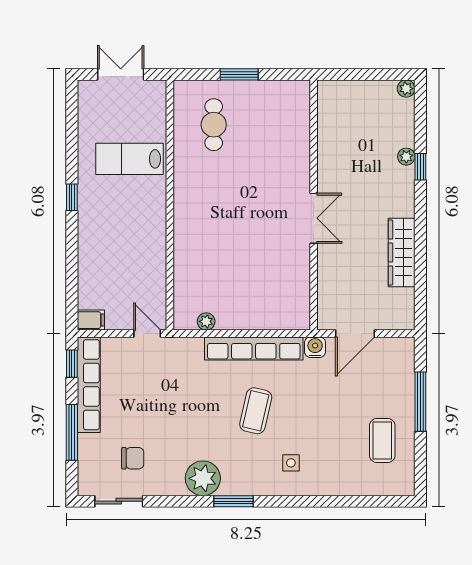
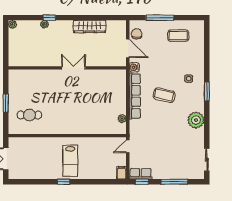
lab bench: (129, 159) -> (70, 161), moved
row of seats: (89, 385) -> (141, 174), width x0.50
chair: (133, 458) -> (137, 34), moved
window: (233, 501) -> (207, 91), moved

